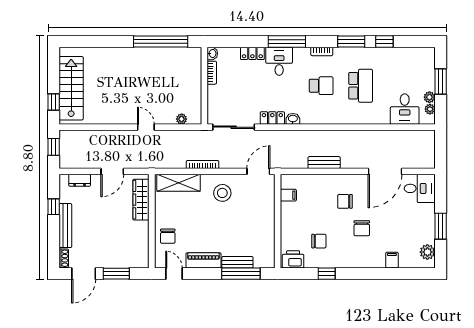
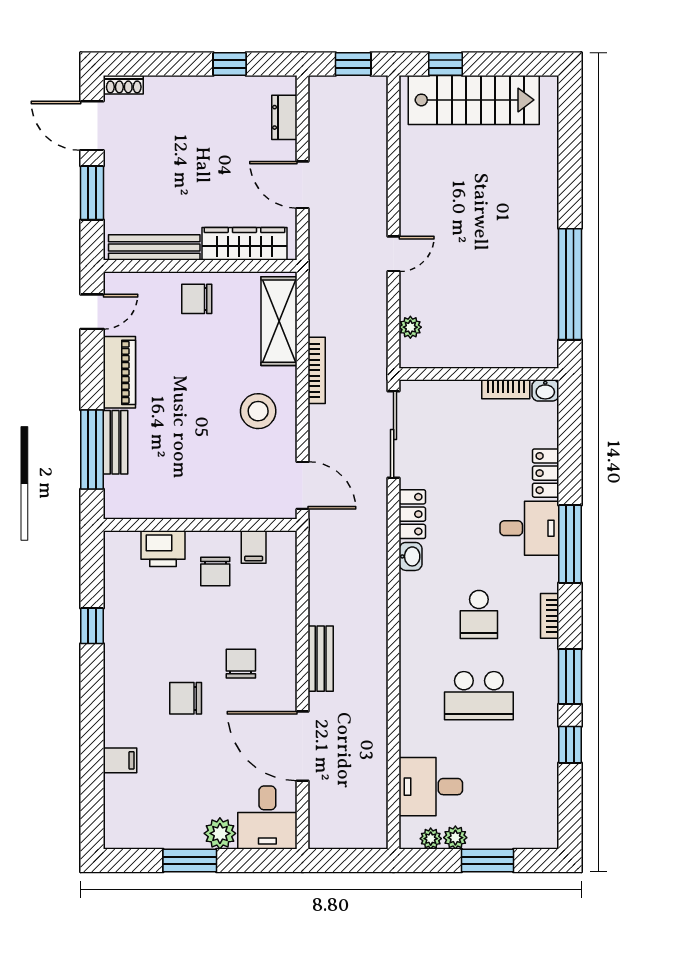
bench: (324, 163) -> (321, 659), moved
bench: (65, 226) -> (154, 247), moved
chair: (168, 236) -> (197, 299), moved
chair: (319, 241) -> (215, 571), moved
plant: (427, 252) -> (220, 833), moved
printer: (293, 259) -> (163, 549), moved, turned 90

